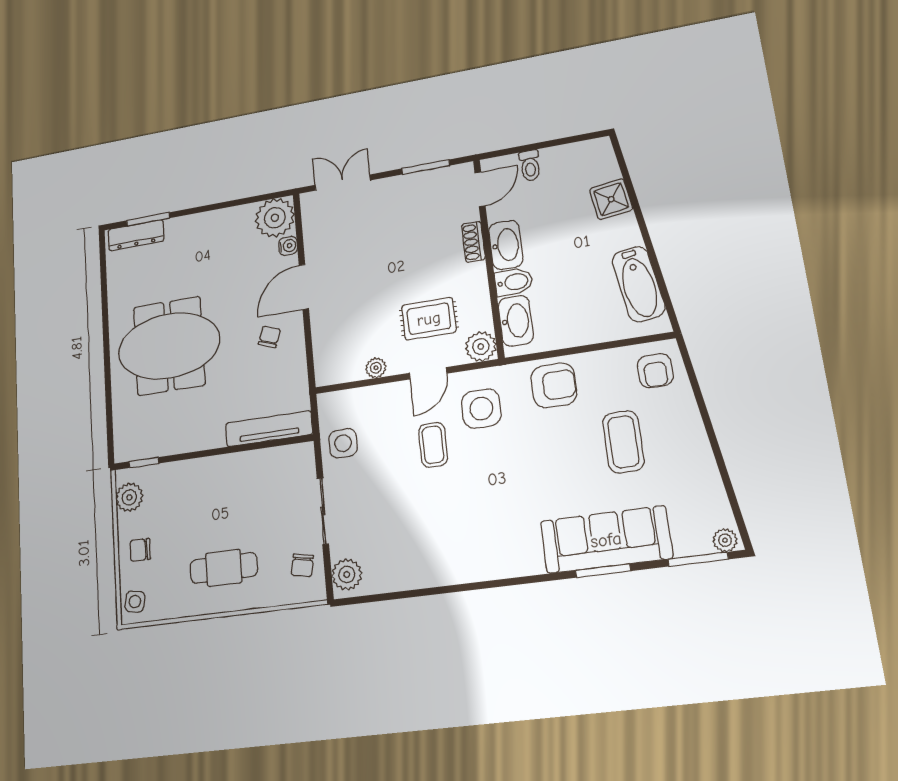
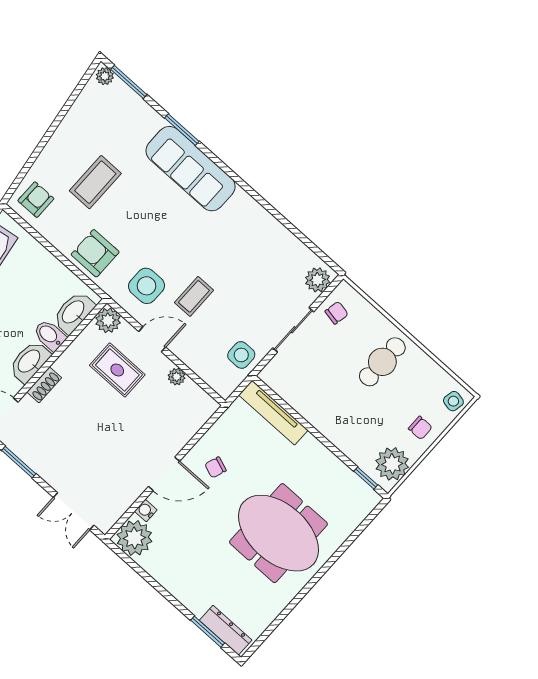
plant: (129, 497) -> (392, 464), width x1.36, depth x1.36
sofa: (606, 540) -> (191, 169), moved
cafe table: (224, 568) -> (382, 362), turned 90

